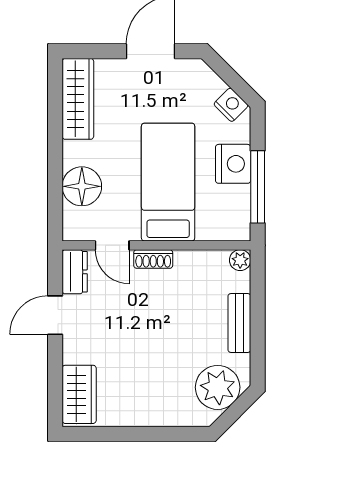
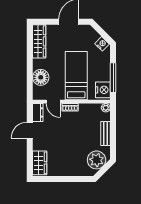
nightstand: (233, 164) -> (103, 90), moved

